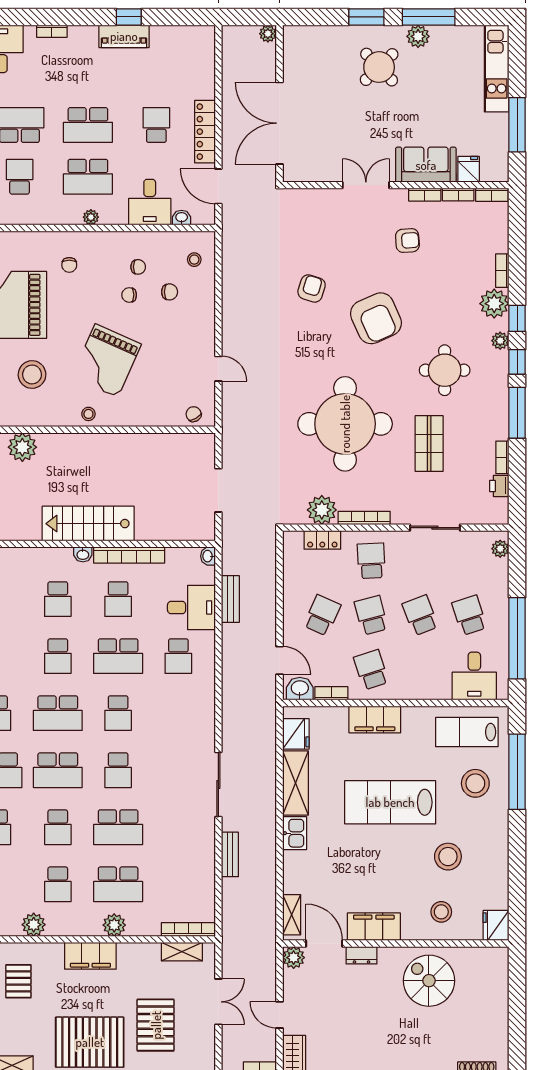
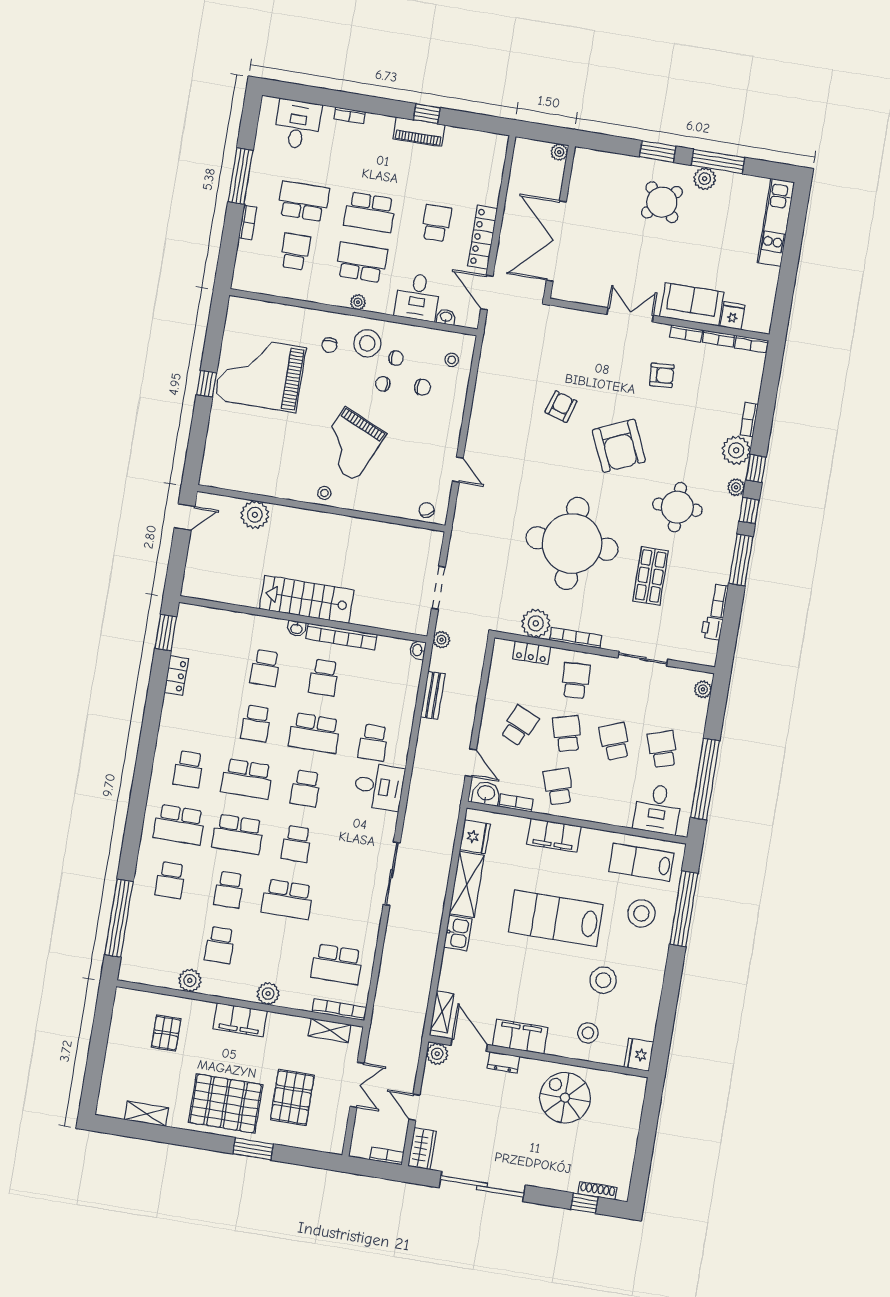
window: (517, 125) -> (787, 280), removed
school desk: (88, 177) -> (362, 262), turned 180
stool: (32, 374) -> (367, 343), moved
plant: (230, 542) -> (442, 640), added
desk: (191, 608) -> (379, 787), moved
bench: (230, 854) -> (392, 943), removed
school desk: (118, 884) -> (337, 964), moved

